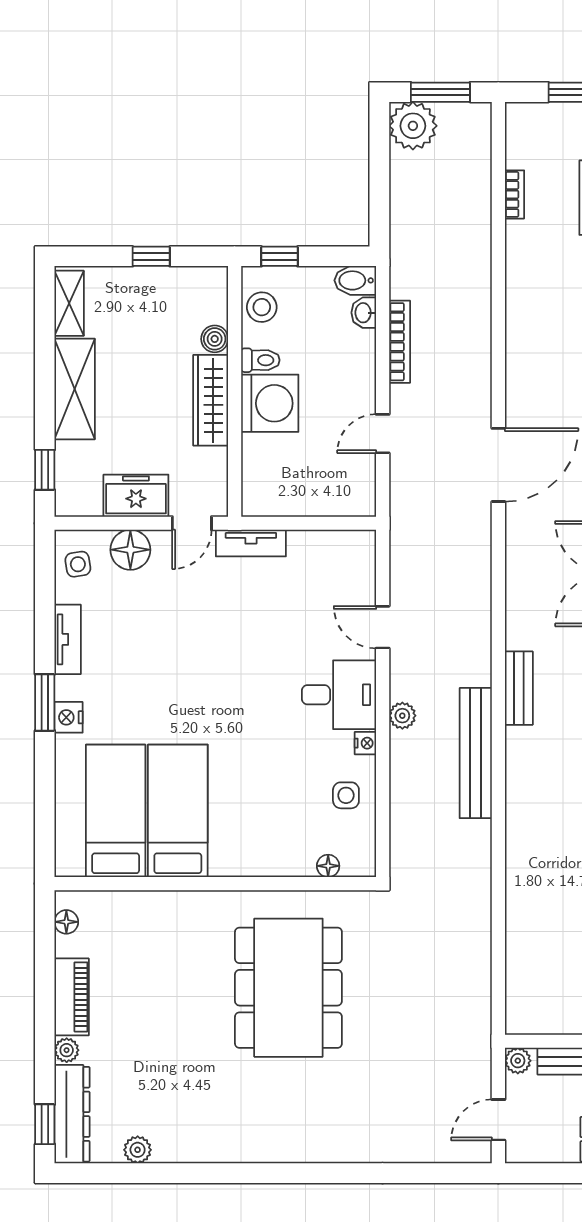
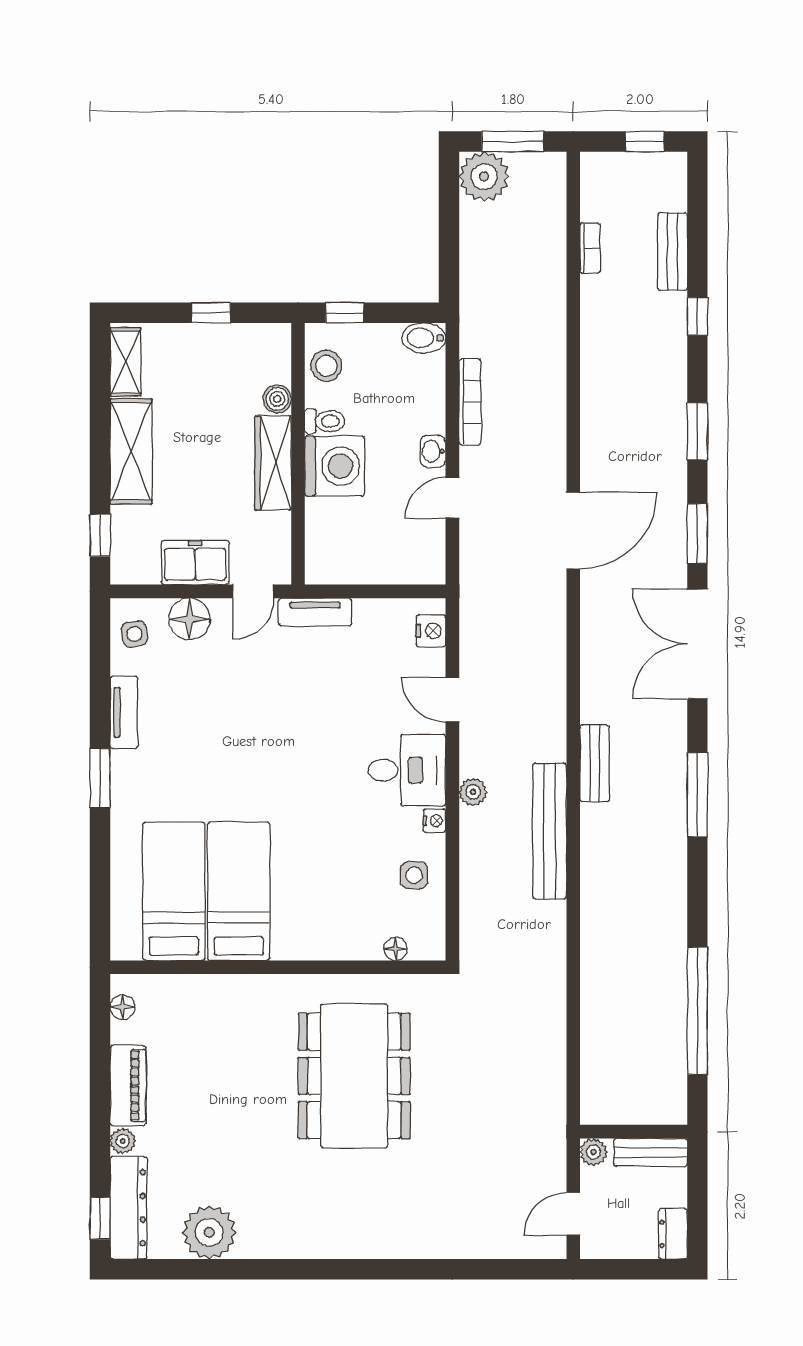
washbasin: (364, 313) -> (433, 451), moved
nightstand: (69, 717) -> (431, 631), moved, turned 180
plant: (138, 1150) -> (209, 1232), width x1.88, depth x1.88

